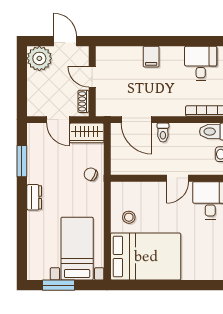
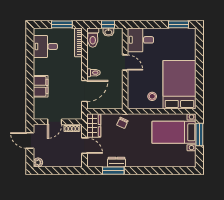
door: (65, 41) -> (30, 141), hinge flipped
filing cabinet: (151, 57) -> (41, 86), width x2.00
plant: (39, 58) -> (38, 162), width x0.53, depth x0.53
door: (58, 120) -> (84, 146), hinge flipped
dresser: (34, 197) -> (117, 162), moved
window: (58, 285) -> (199, 134), moved

